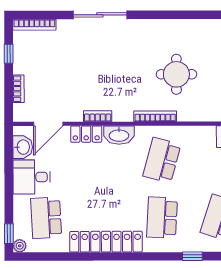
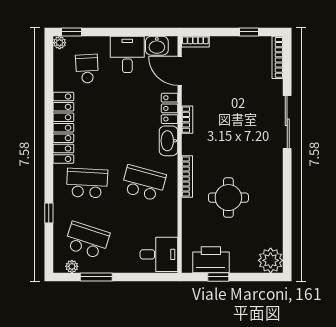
bookcase: (18, 89) -> (195, 42), moved
school desk: (46, 218) -> (87, 69), width x0.54

